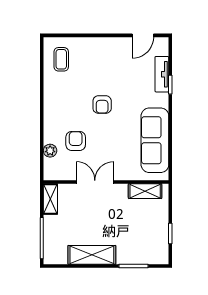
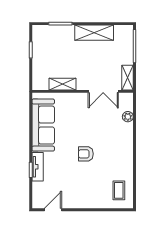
tv unit: (162, 74) -> (38, 167), moved
armchair: (102, 105) -> (86, 154), turned -90
armchair: (76, 141) -> (107, 124), removed
double door: (95, 182) -> (103, 91), moved
shelving: (145, 191) -> (63, 84), moved

